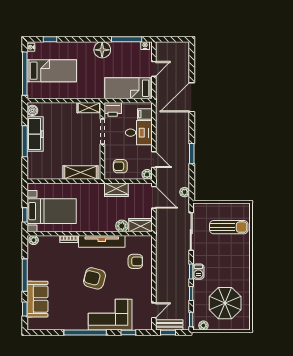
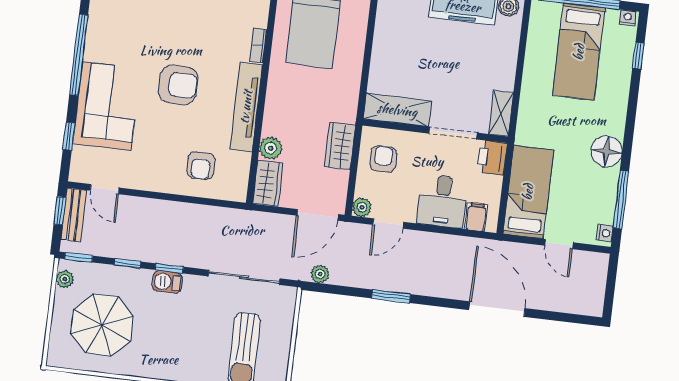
shelving: (80, 172) -> (397, 110), moved, turned 90
armchair: (94, 278) -> (178, 85), turned 75

